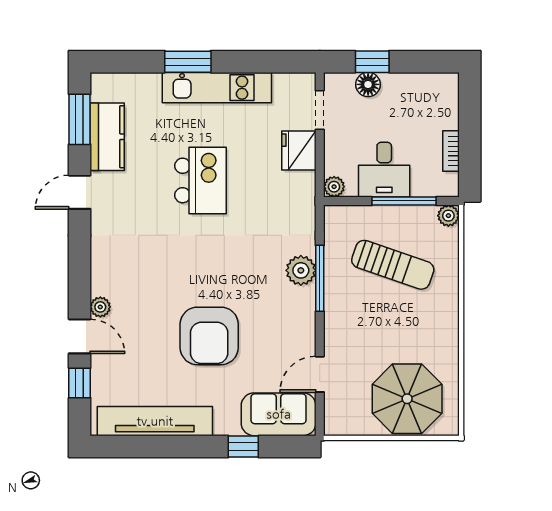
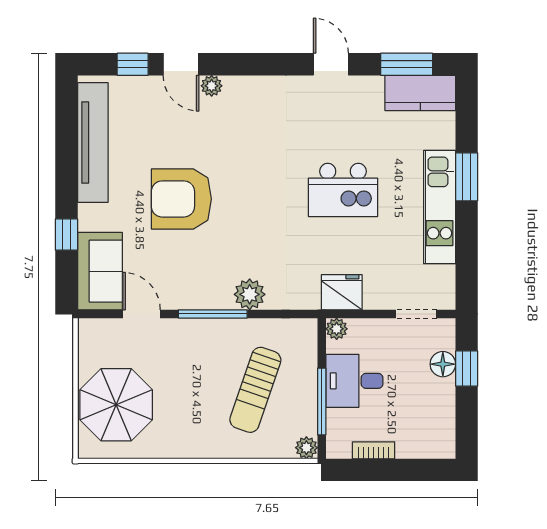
kitchen counter: (107, 137) -> (420, 93), moved
fridge: (299, 150) -> (342, 292), moved
window: (320, 278) -> (213, 314), moved
door: (80, 336) -> (181, 64), hinge flipped

